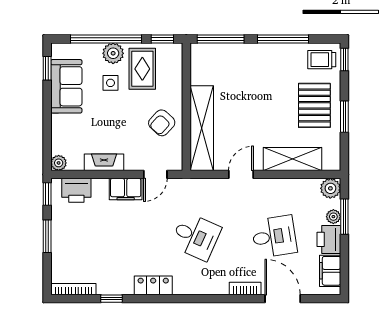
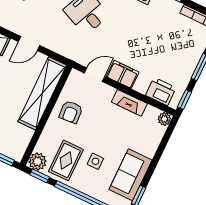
plant: (113, 53) -> (37, 161), moved
armchair: (162, 123) -> (71, 112), turned 133

